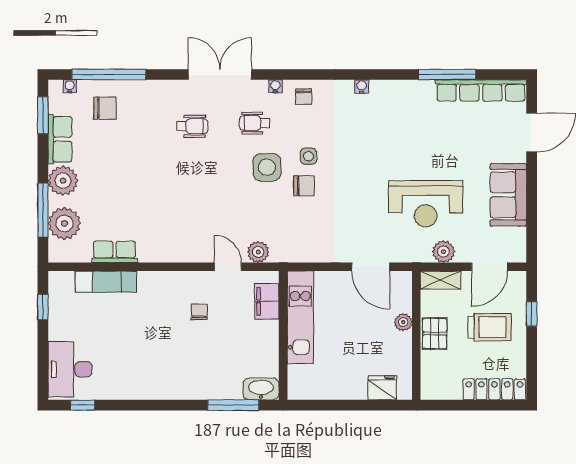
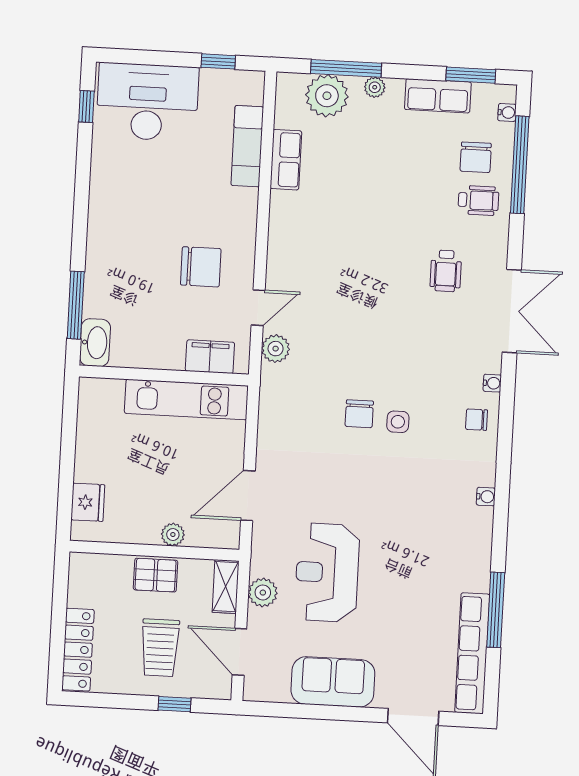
wheelchair: (255, 123) -> (478, 200), moved, turned 90
side table: (267, 167) -> (386, 366), removed
plant: (63, 181) -> (375, 87), width x0.53, depth x0.53
chair: (199, 312) -> (201, 267), width x1.87, depth x1.87
desk: (70, 369) -> (147, 102), width x1.36, depth x1.30

